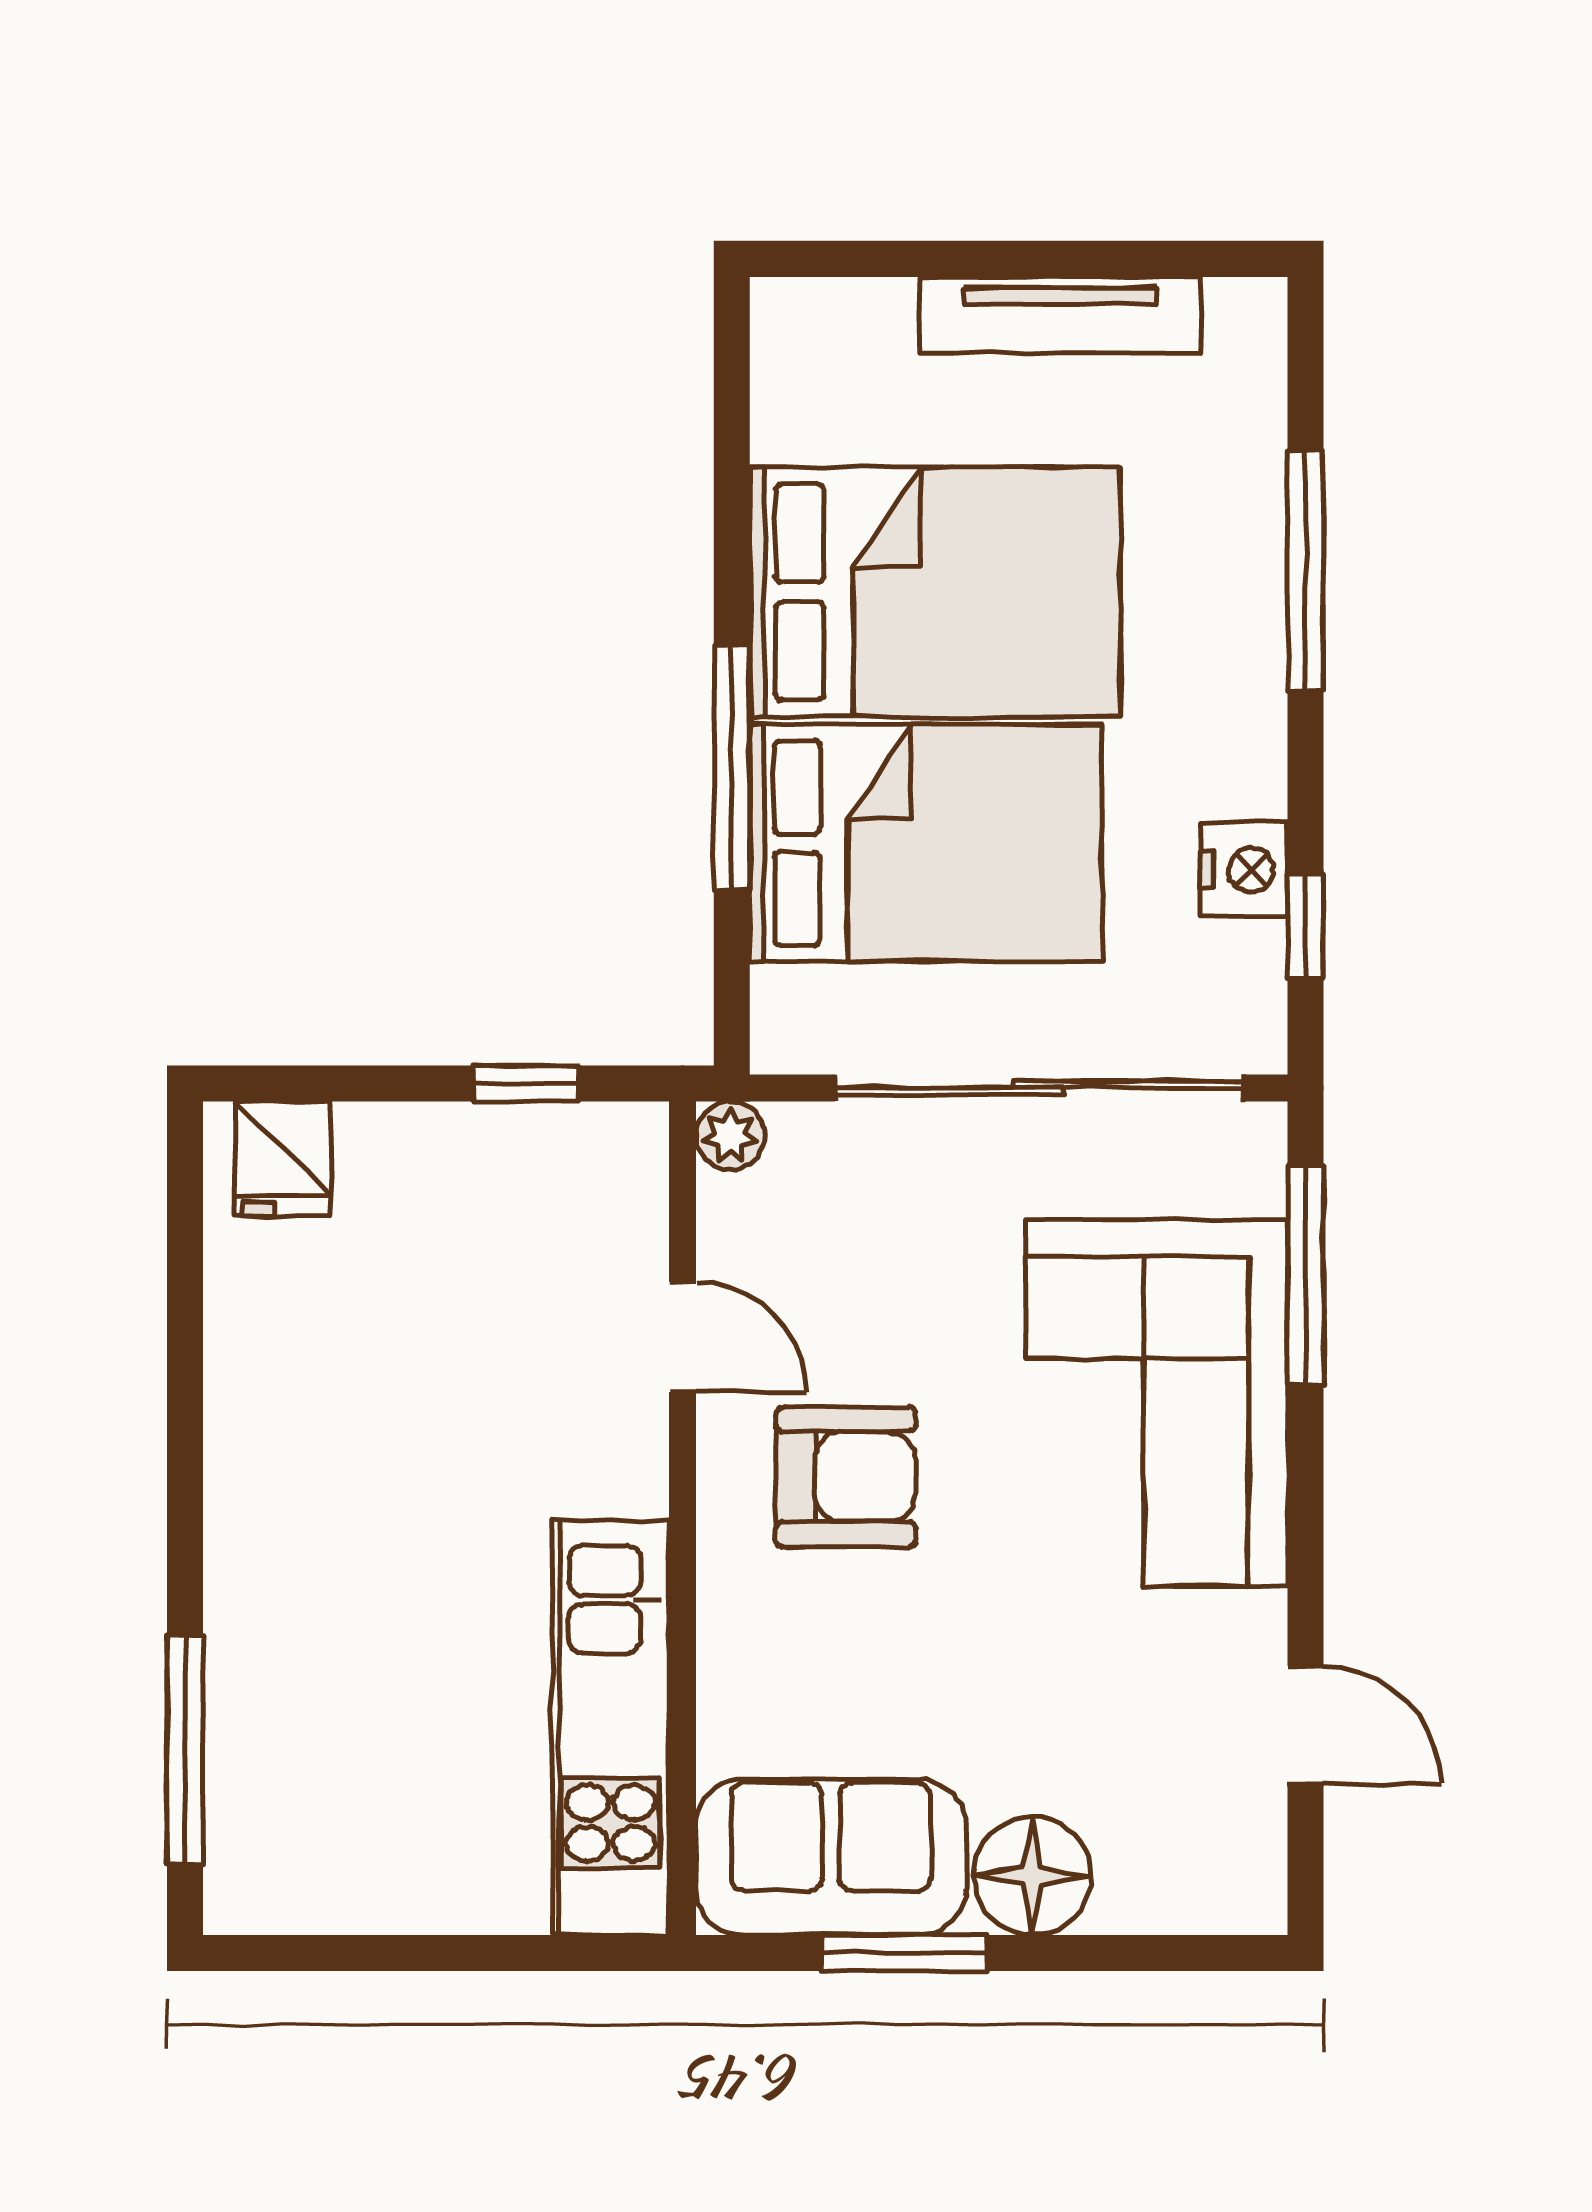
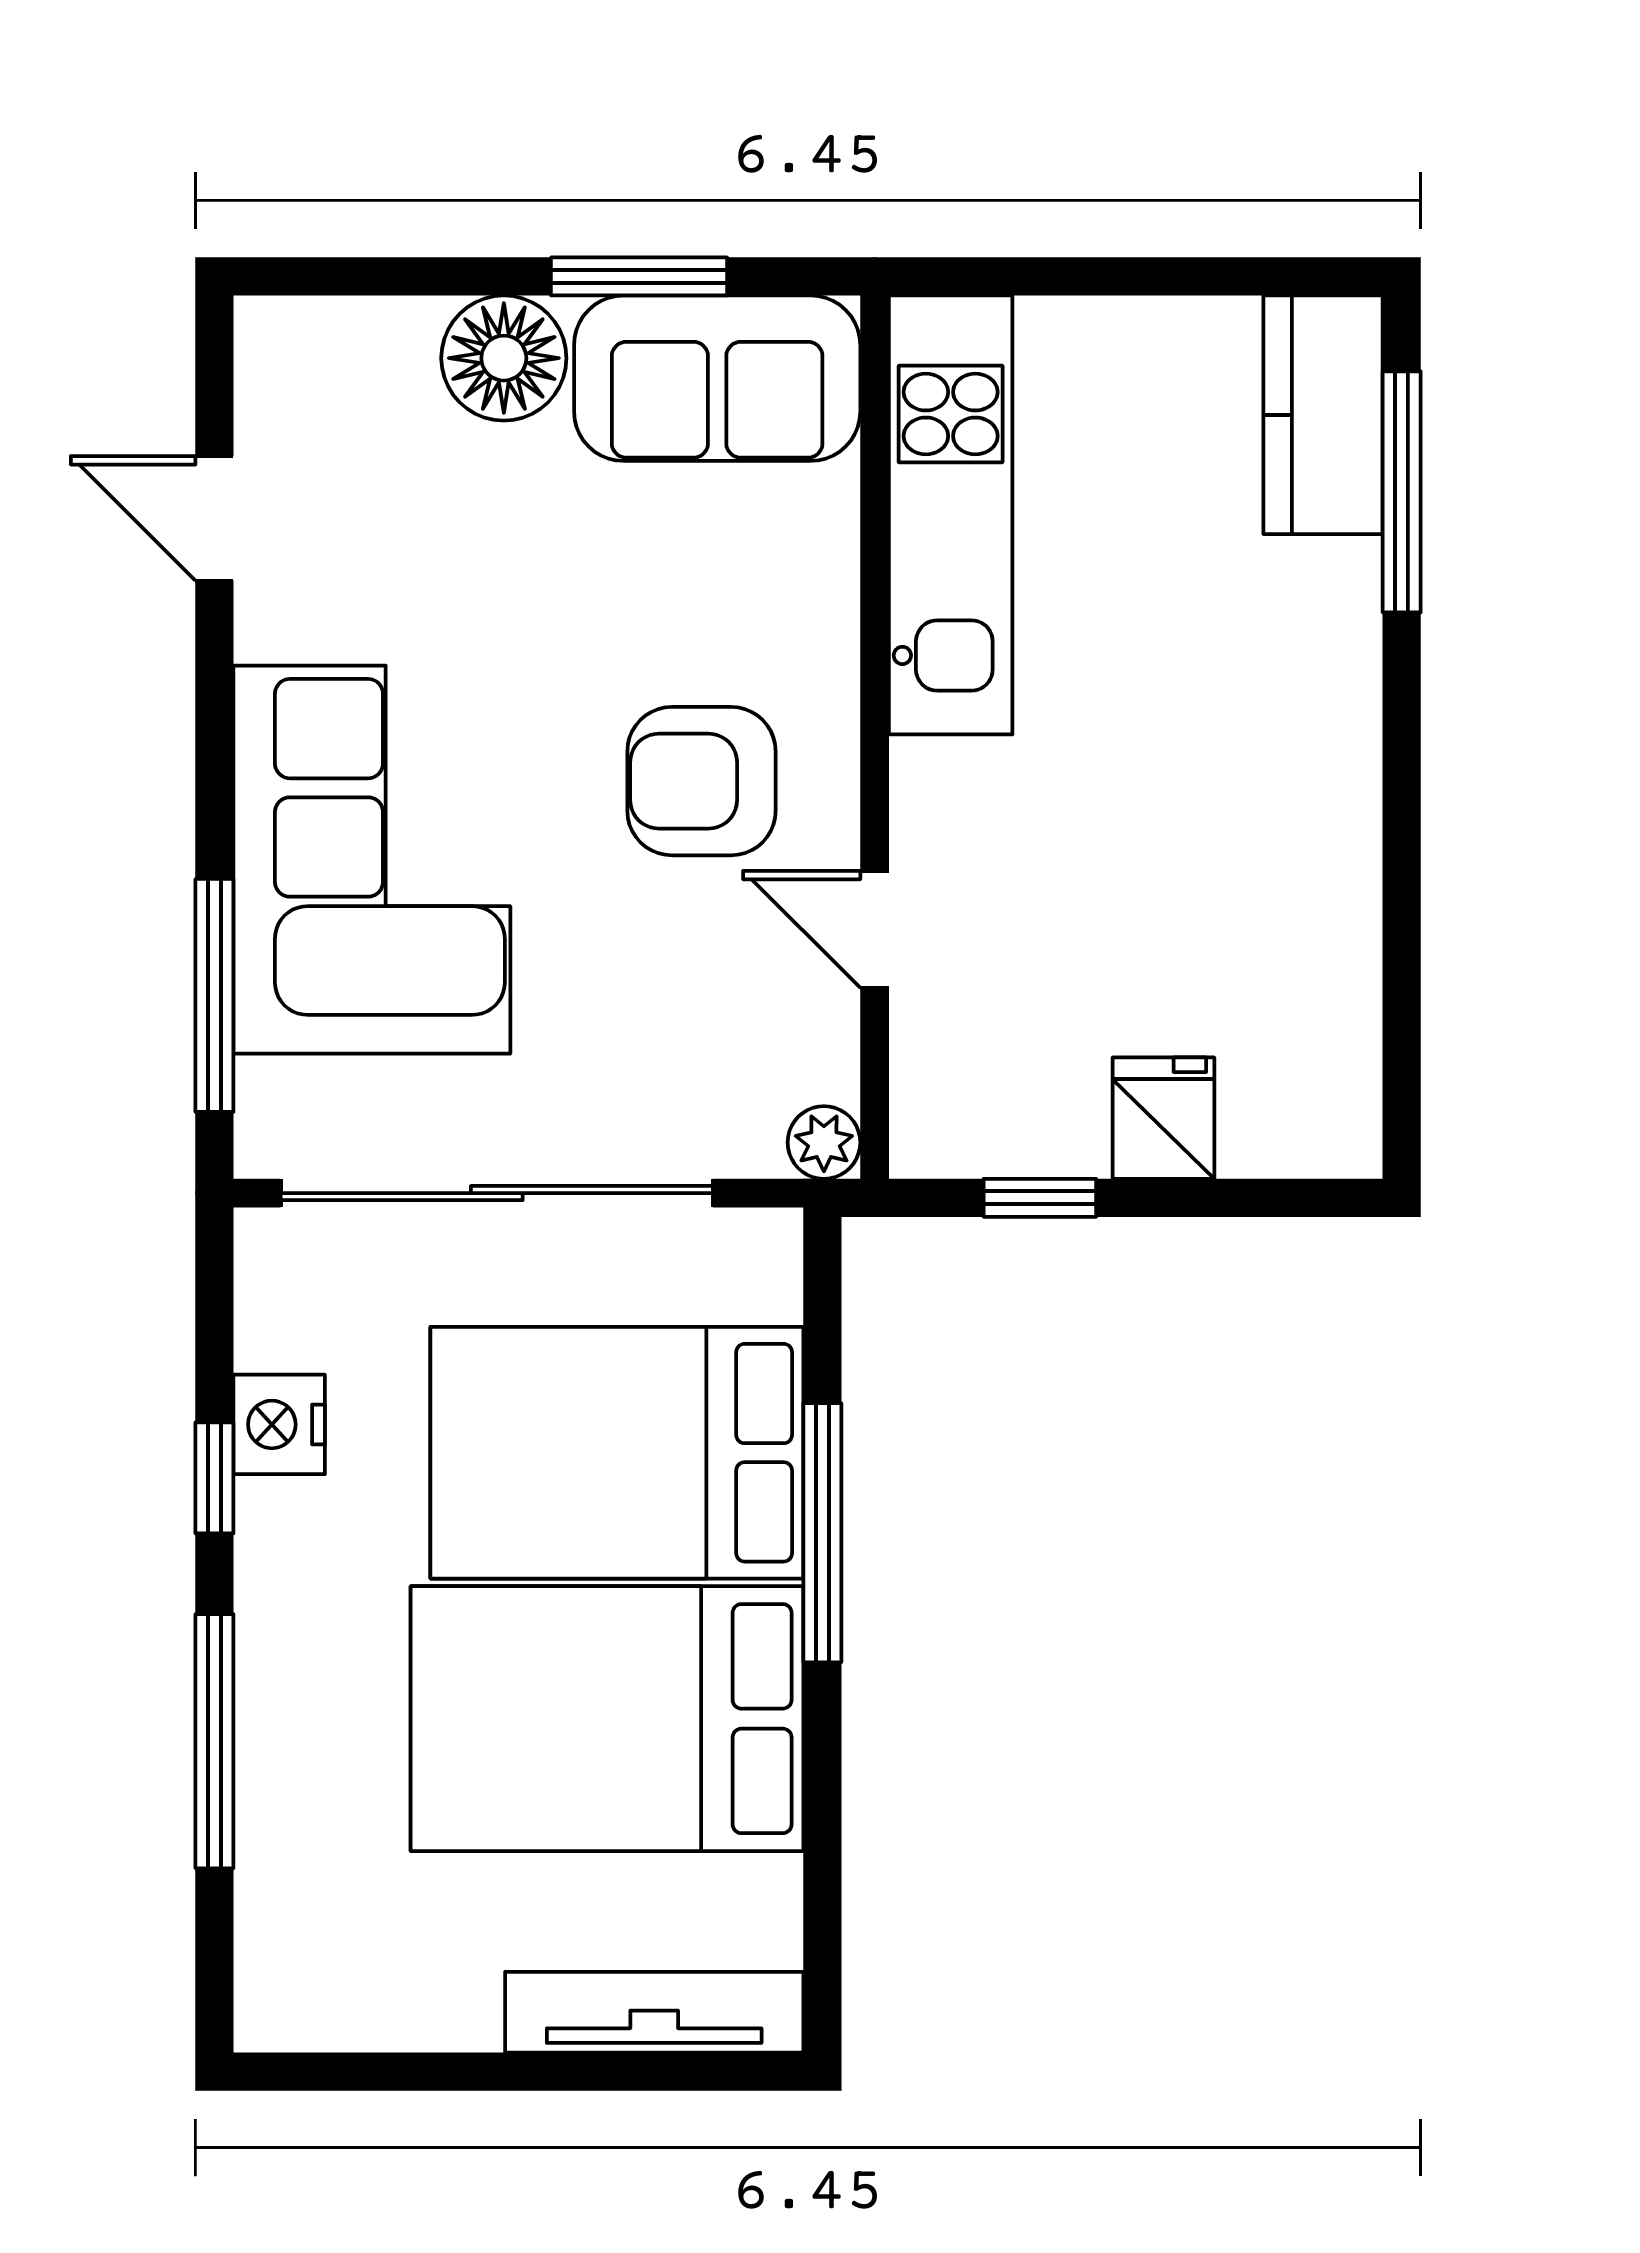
tv unit: (1061, 315) -> (654, 2012), moved
window: (1305, 926) -> (214, 1478), moved
fridge: (283, 1159) -> (1163, 1118), moved
kitchen counter: (259, 1822) -> (1323, 415), added

